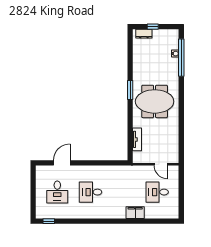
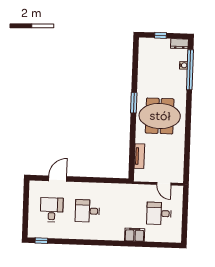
dresser: (144, 34) -> (179, 44), moved
desk: (57, 192) -> (52, 210), turned 180

